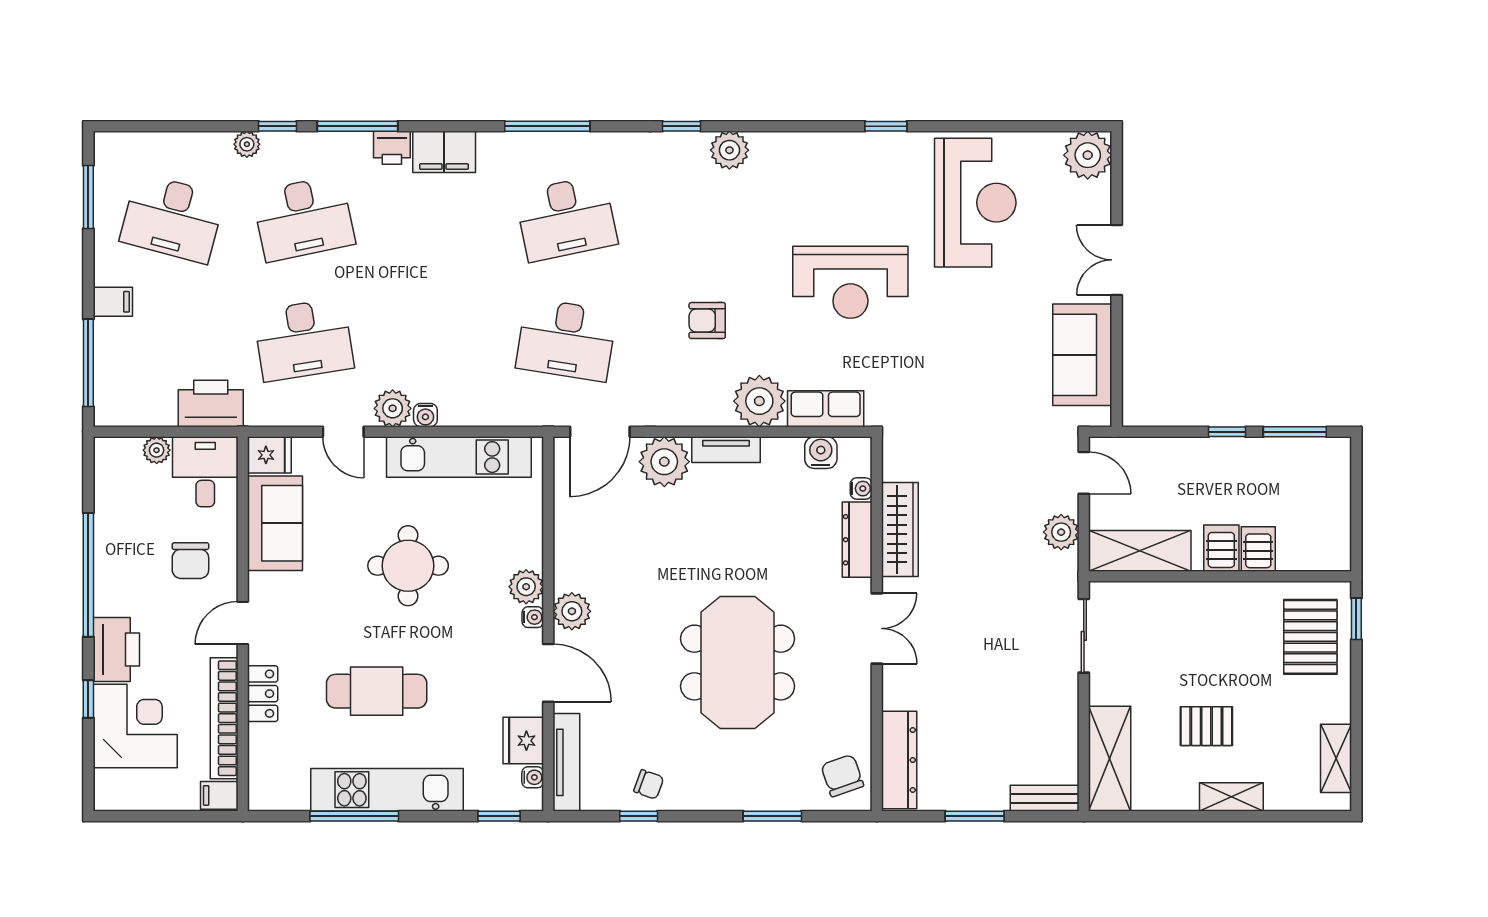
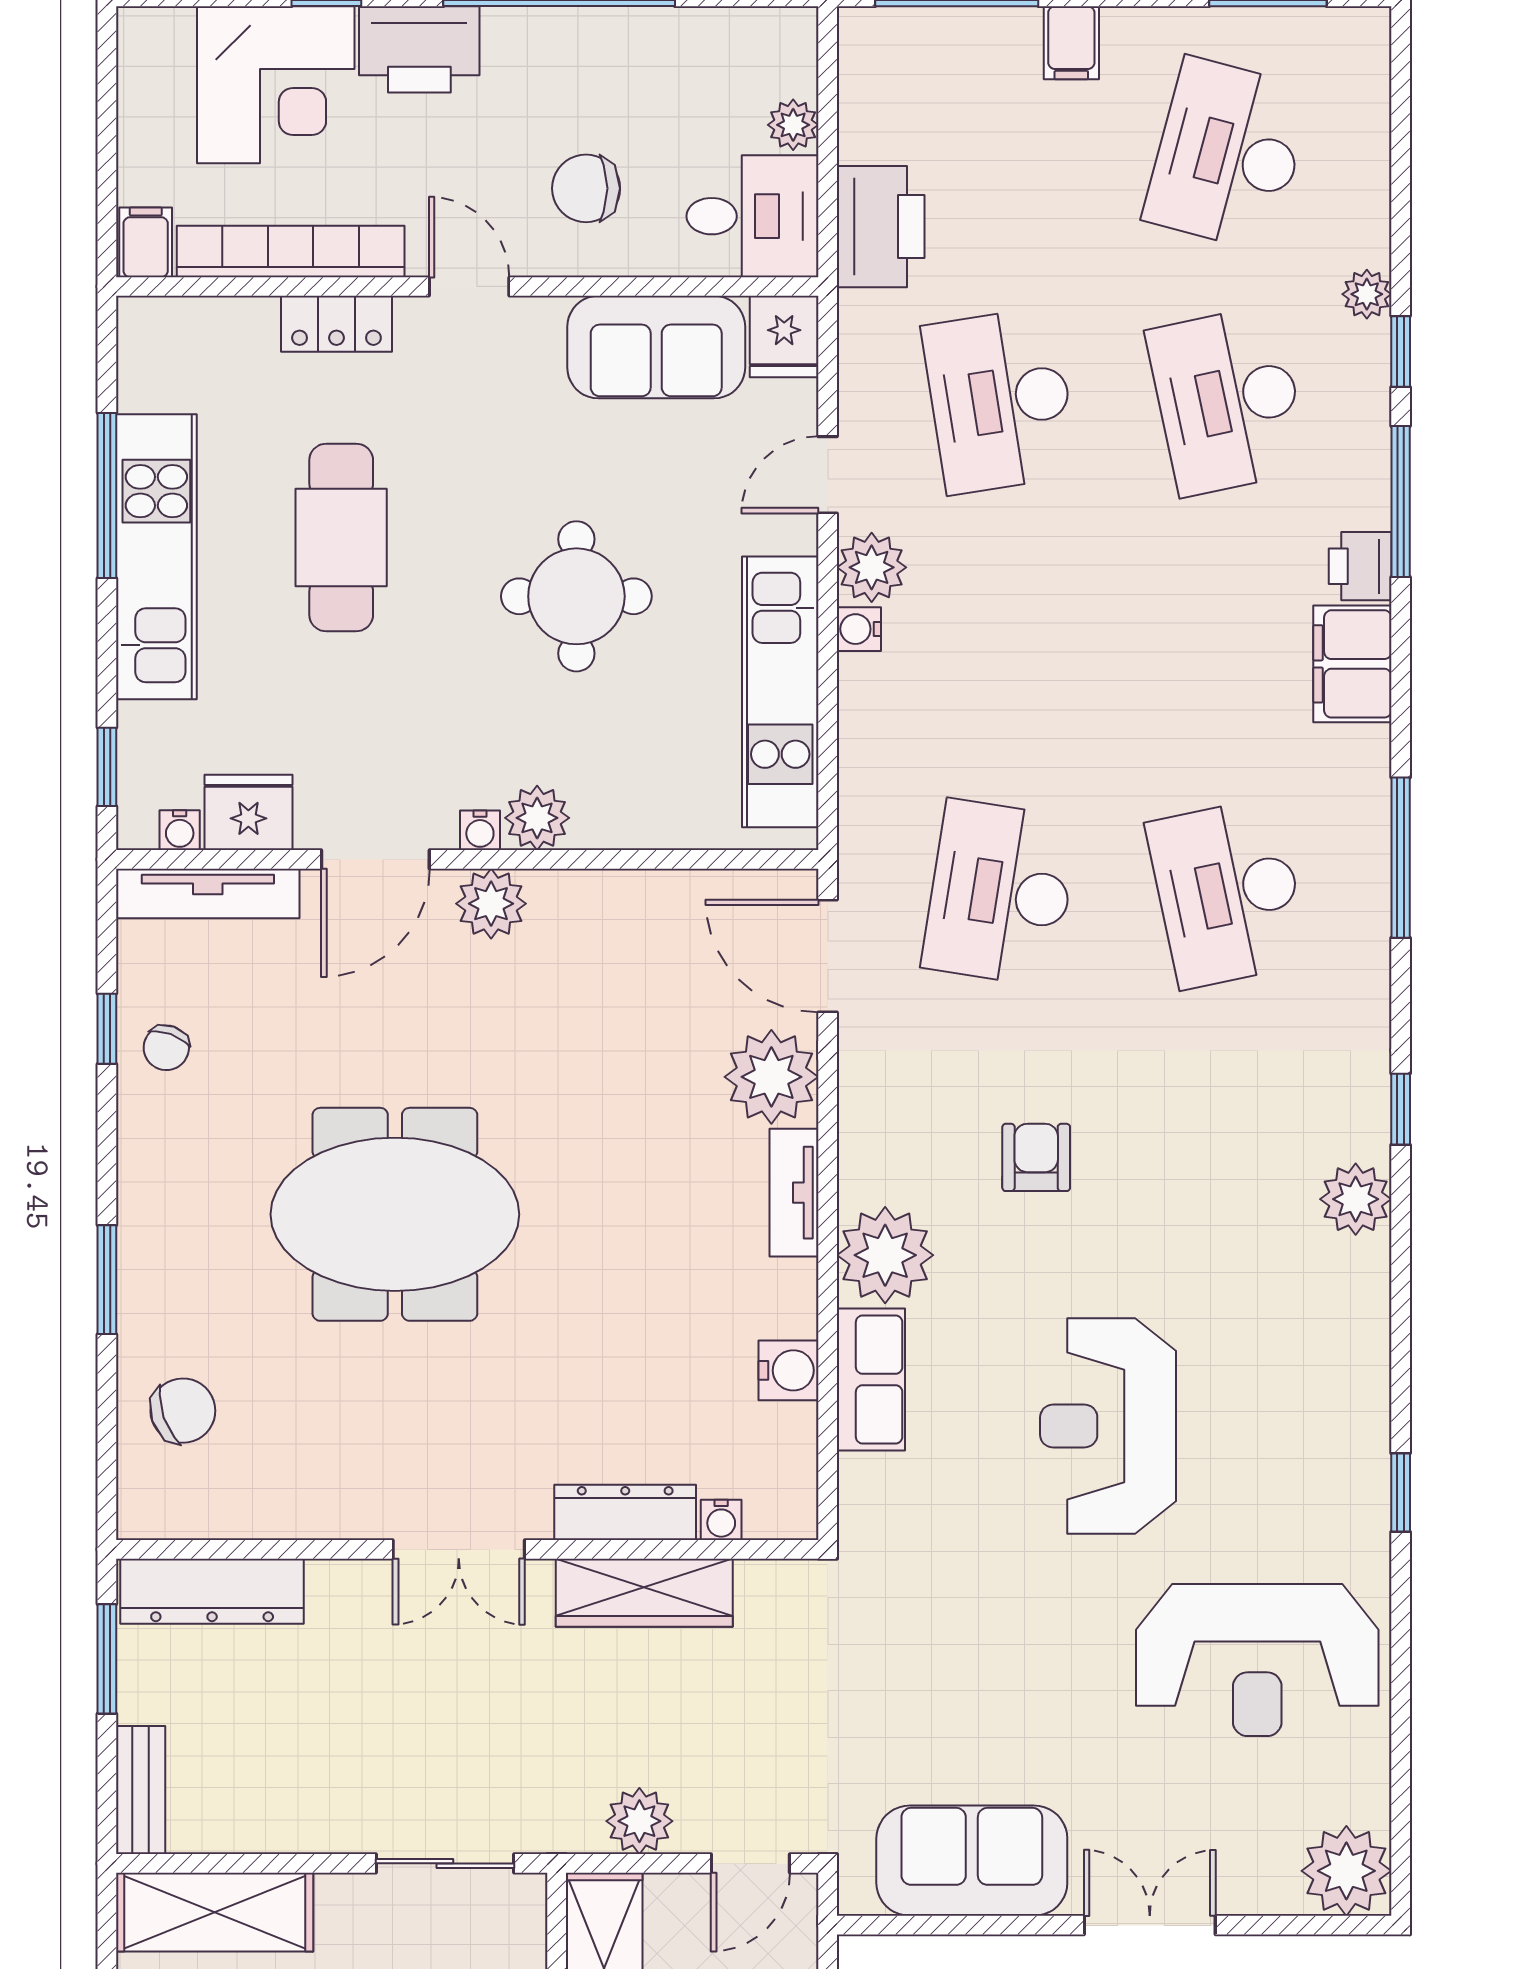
water cooler: (861, 489) -> (721, 1520), moved
wardrobe: (900, 529) -> (644, 1593), moved
dresser: (857, 540) -> (625, 1512), moved
wall: (877, 624) -> (467, 1549), moved
double door: (877, 628) -> (459, 1549), moved
dresser: (899, 760) -> (212, 1591), moved

